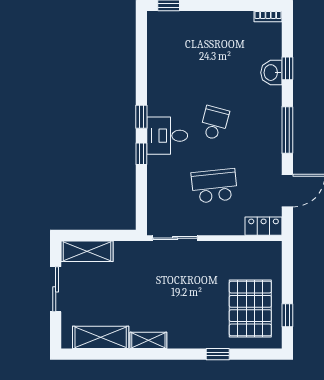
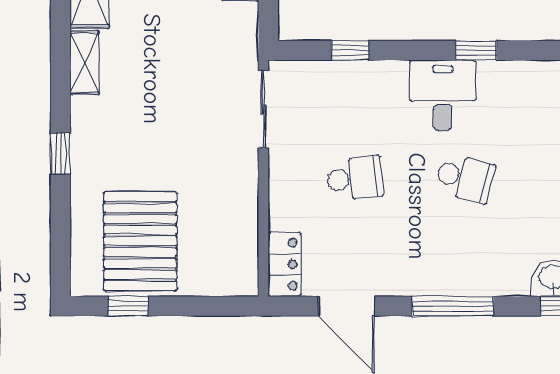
window: (141, 154) -> (350, 50), moved
school desk: (214, 186) -> (355, 178), width x0.54
pallet: (250, 309) -> (140, 241), turned 90
window: (218, 354) -> (61, 153), moved

